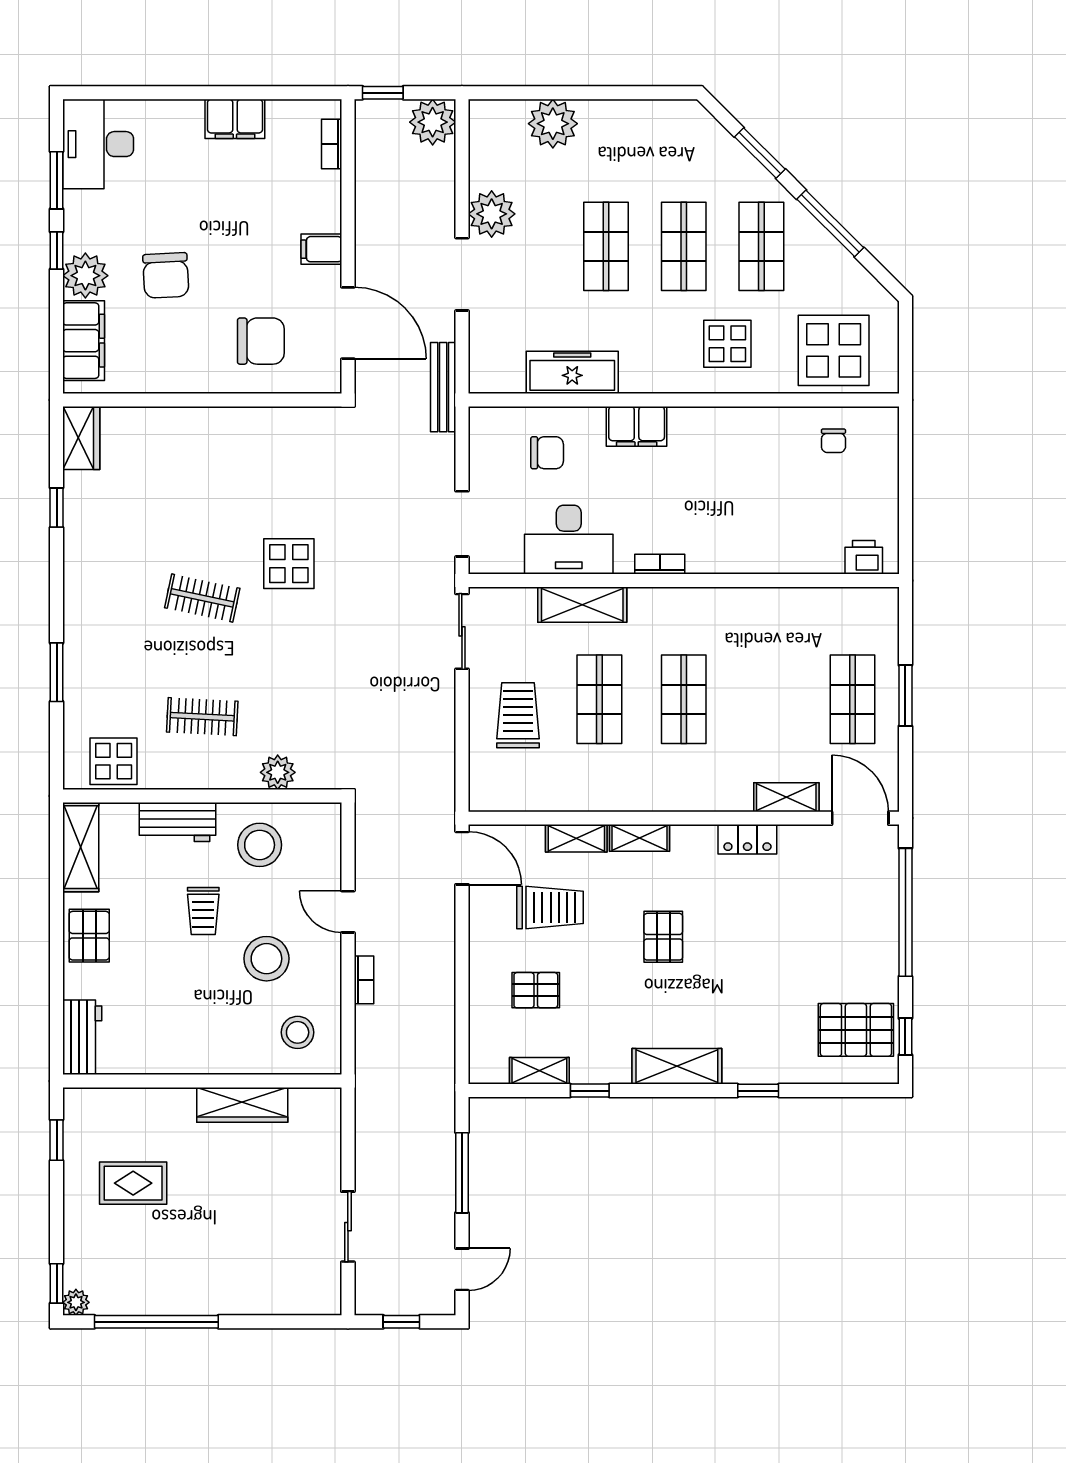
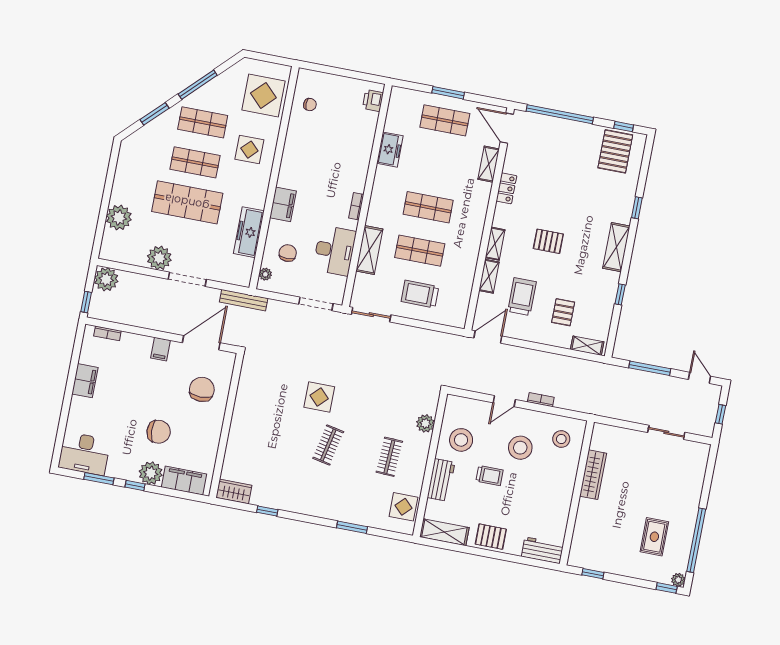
shop shelf: (606, 246) -> (187, 202), width x1.43, depth x1.36
plant: (500, 419) -> (265, 274), added
freezer: (778, 607) -> (390, 150), added
door: (860, 818) -> (507, 128), hinge flipped
shelving: (539, 1071) -> (587, 346), moved, turned 90
rug: (133, 1183) -> (654, 537), moved

